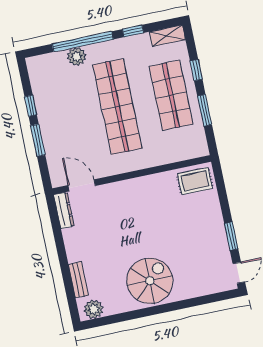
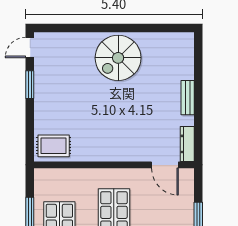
bench: (78, 280) -> (188, 98), moved
plant: (94, 309) -> (179, 42), removed

